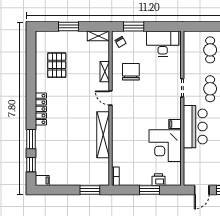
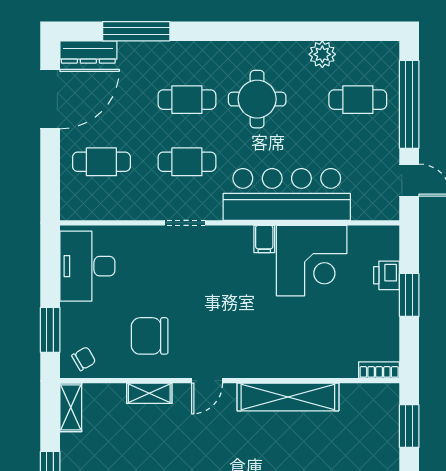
bar counter: (195, 127) -> (287, 195), width x1.36

